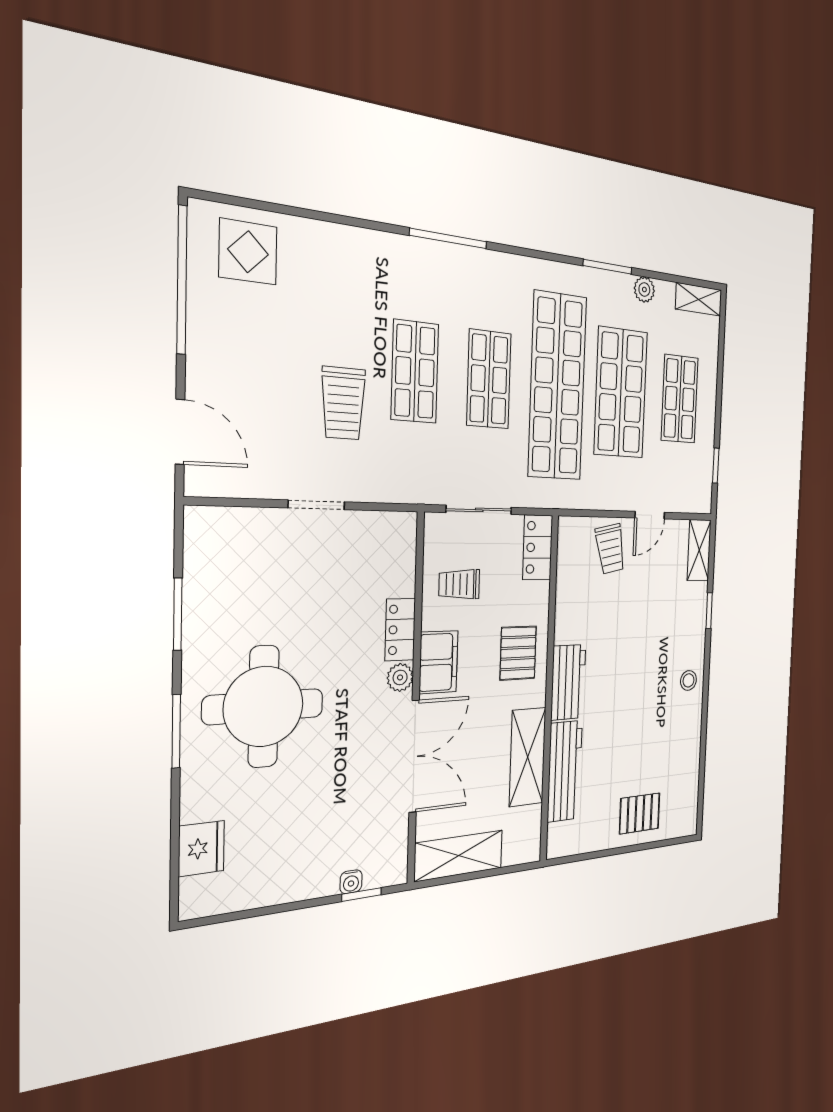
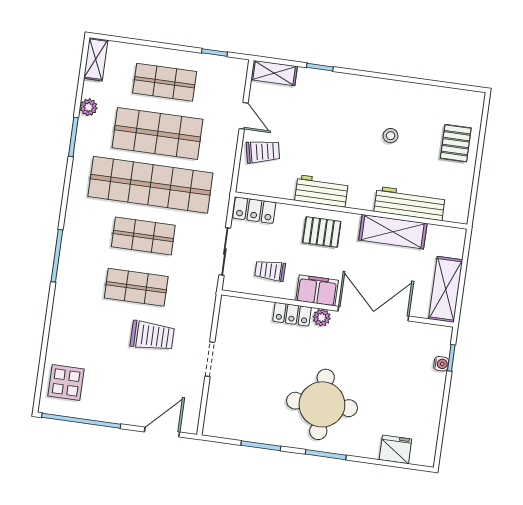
trolley: (459, 584) -> (270, 271), turned 90
stool: (688, 680) -> (391, 136), moved
workbench: (568, 682) -> (321, 191), moved

